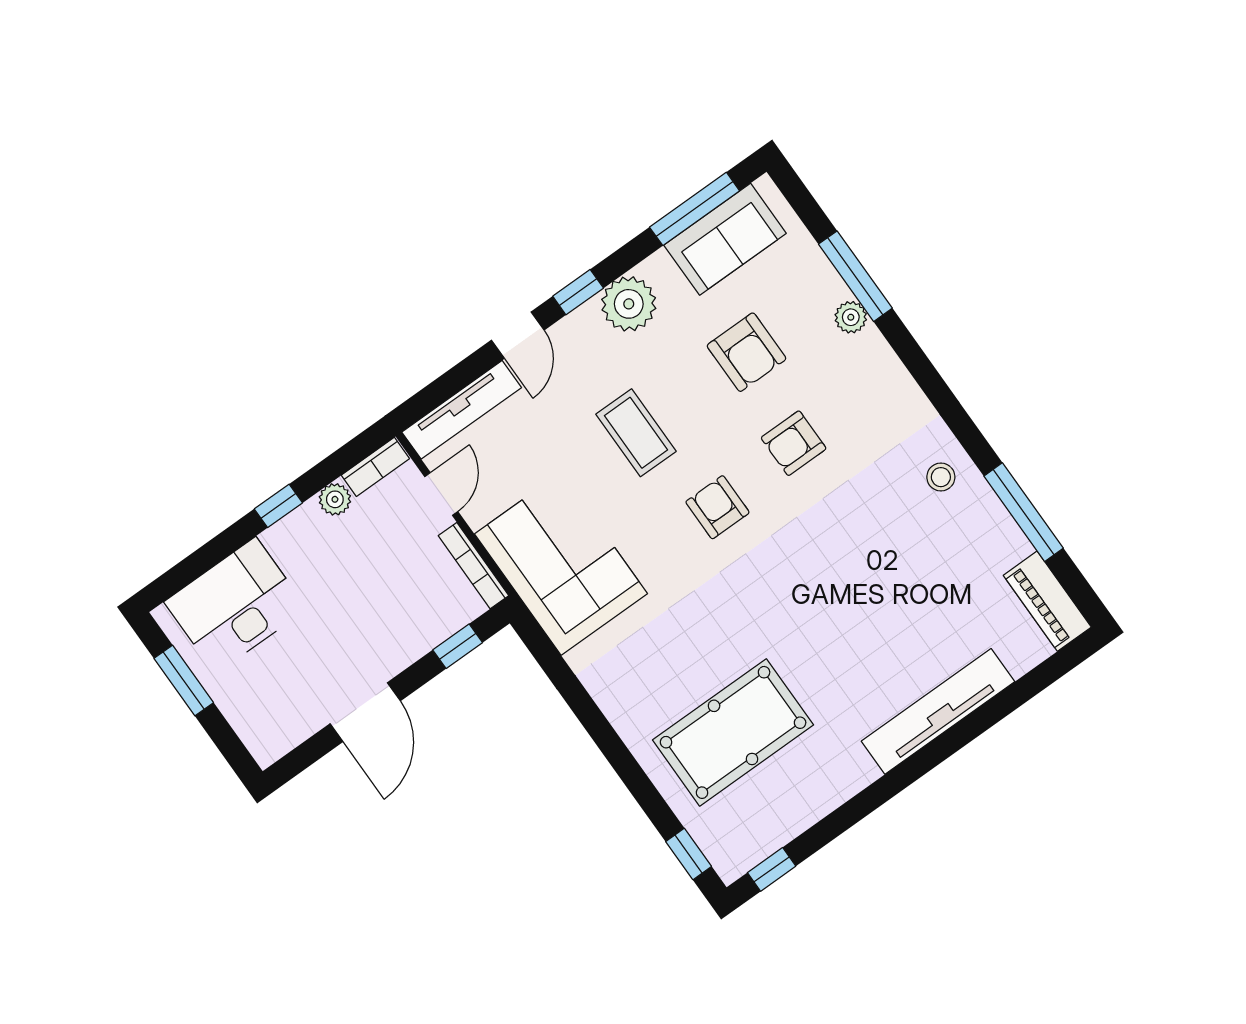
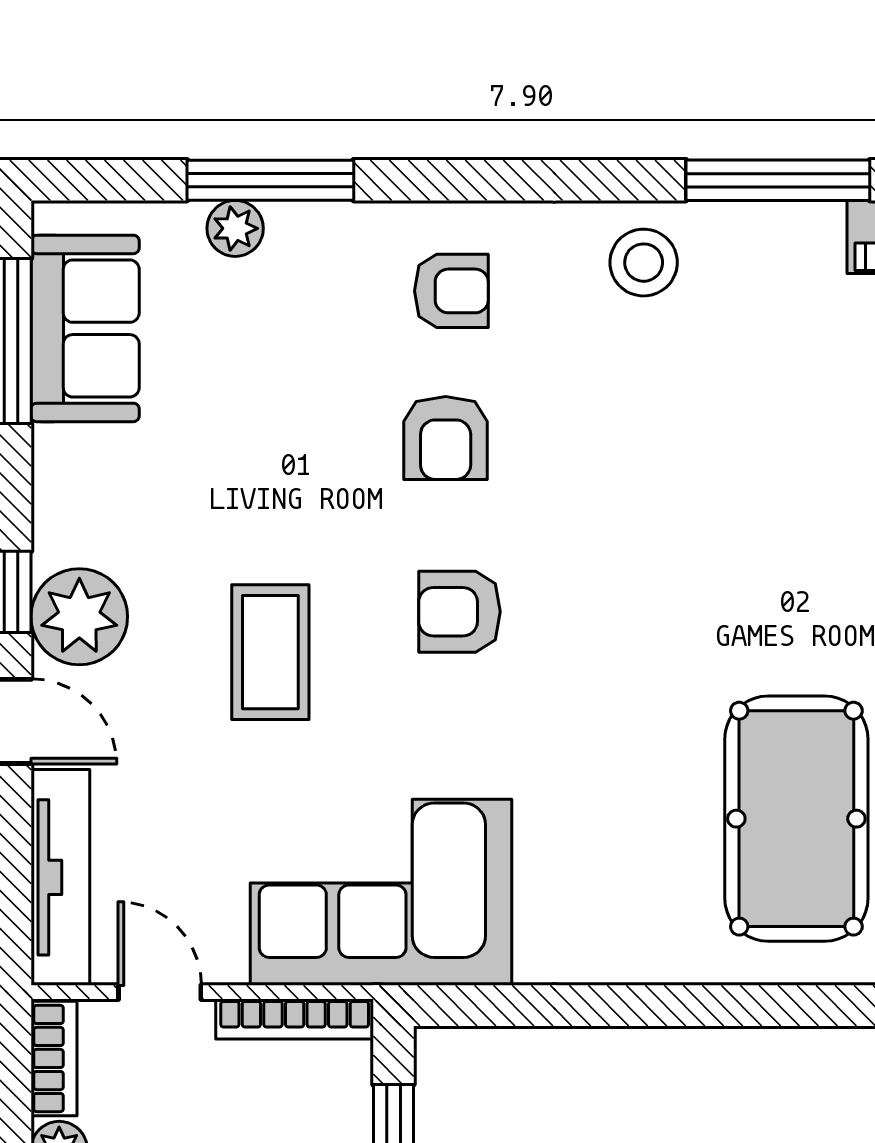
plant: (629, 304) -> (79, 617), moved
plant: (851, 317) -> (235, 228), moved
armchair: (747, 352) -> (451, 291), moved, width x0.72, depth x0.72
coffee table: (636, 433) -> (270, 652), turned 90
stool: (941, 477) -> (644, 263), width x1.37, depth x1.37

